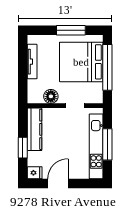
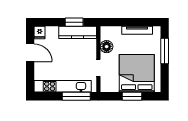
window: (71, 30) -> (165, 51), moved
window: (107, 67) -> (132, 96), width x0.47
window: (107, 144) -> (76, 96), moved
window: (23, 148) -> (74, 22), moved

